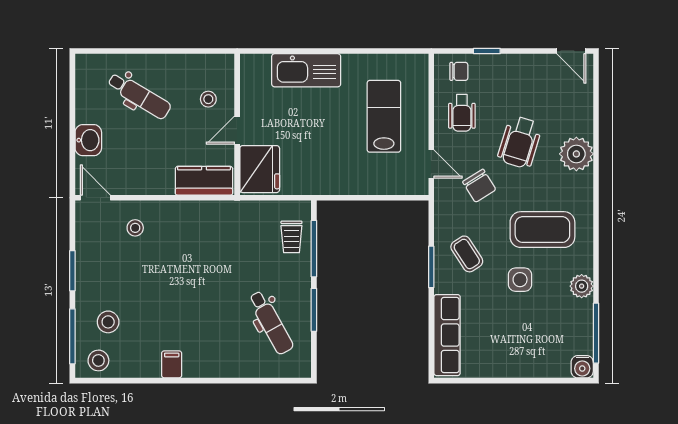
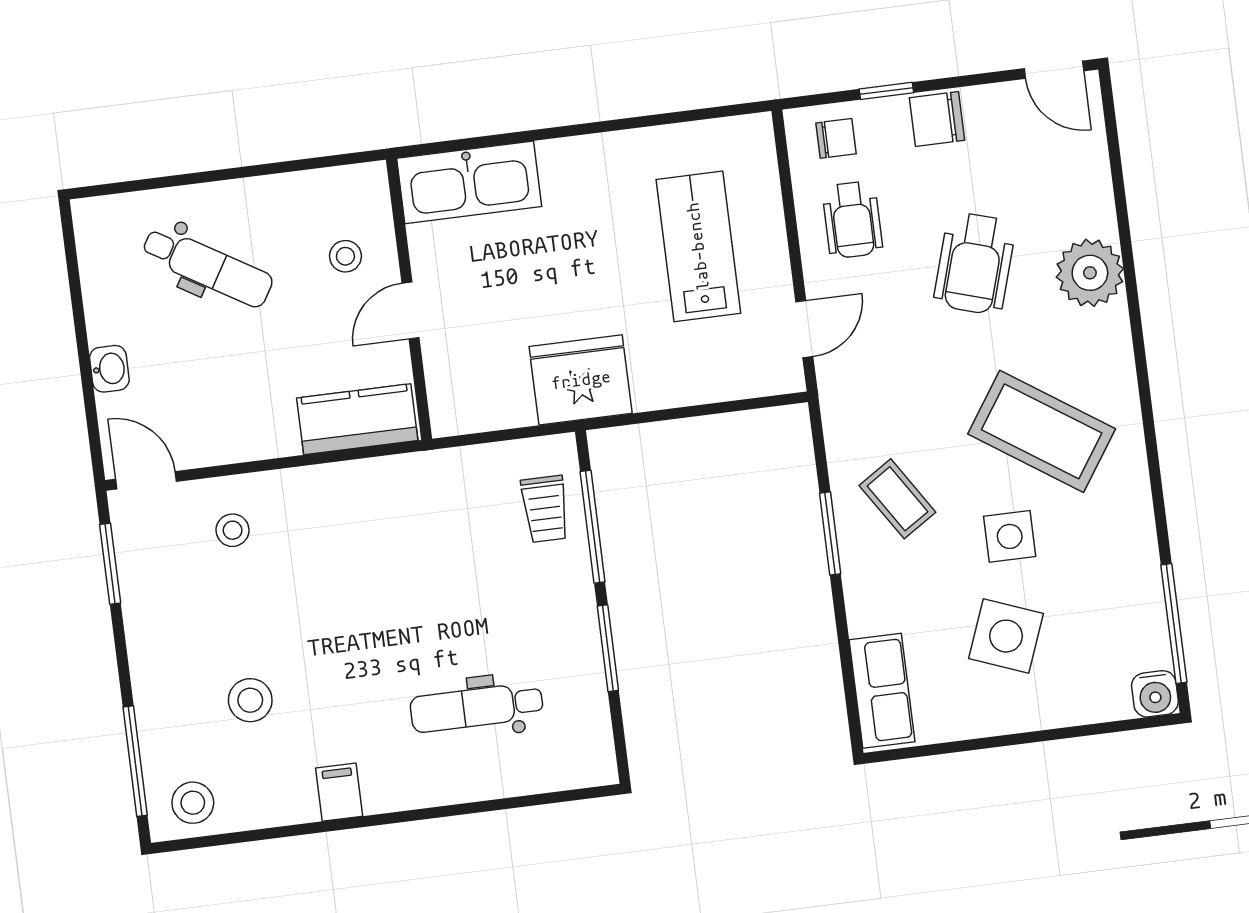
kitchen sink: (306, 70) -> (469, 182), moved
washbasin: (88, 140) -> (109, 369), width x0.72, depth x0.69
door: (431, 164) -> (804, 329), hinge flipped
fridge: (260, 169) -> (581, 380), moved, turned -90
chair: (479, 186) -> (937, 119), moved, turned 122
coffee table: (542, 230) -> (1042, 431), turned 34
window: (72, 271) -> (110, 564), moved
plant: (582, 286) -> (1133, 534), removed
stool: (108, 322) -> (250, 700), moved
dental chair: (271, 323) -> (477, 707), moved, turned 119
side table: (512, 329) -> (1006, 636), added
row of seats: (447, 335) -> (882, 691), width x0.68

